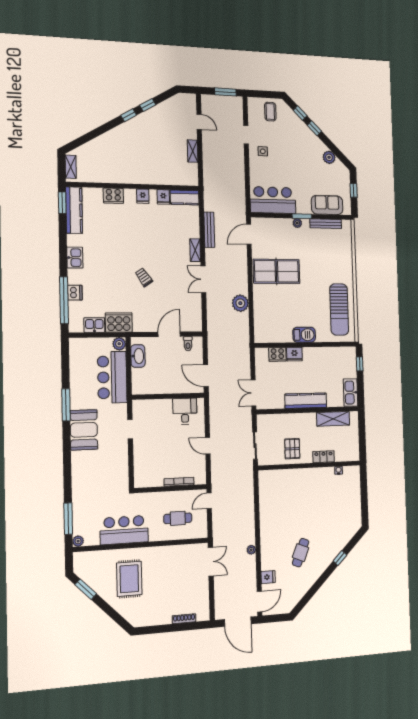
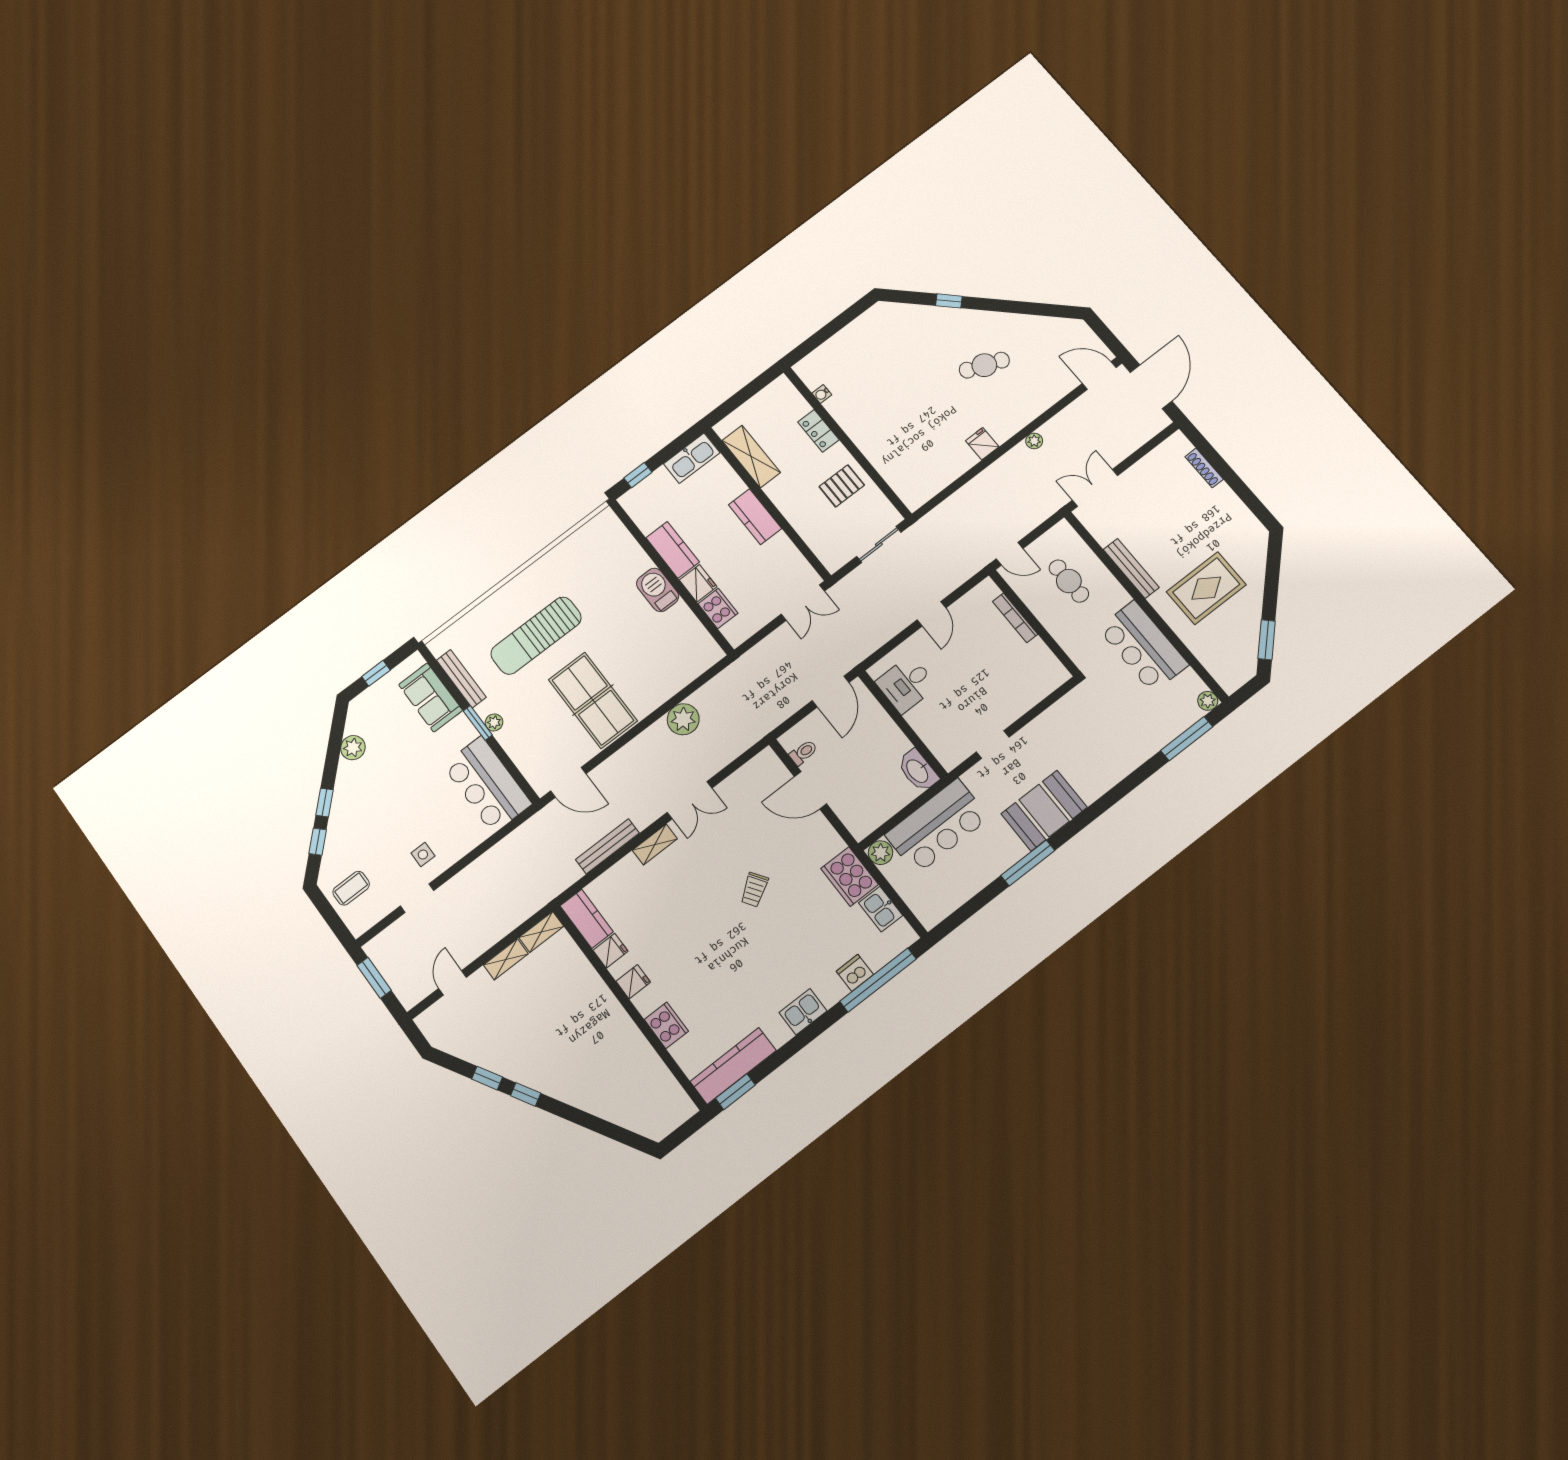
shelving: (71, 167) -> (541, 932), moved
sun lounger: (339, 309) -> (536, 636), moved, turned 180
kitchen counter: (317, 354) -> (673, 550), added
washbasin: (138, 356) -> (918, 771), moved, turned -90
kitchen counter: (306, 401) -> (755, 517), width x0.67
bench: (163, 551) -> (1131, 568), added
fridge: (268, 577) -> (982, 444), moved

